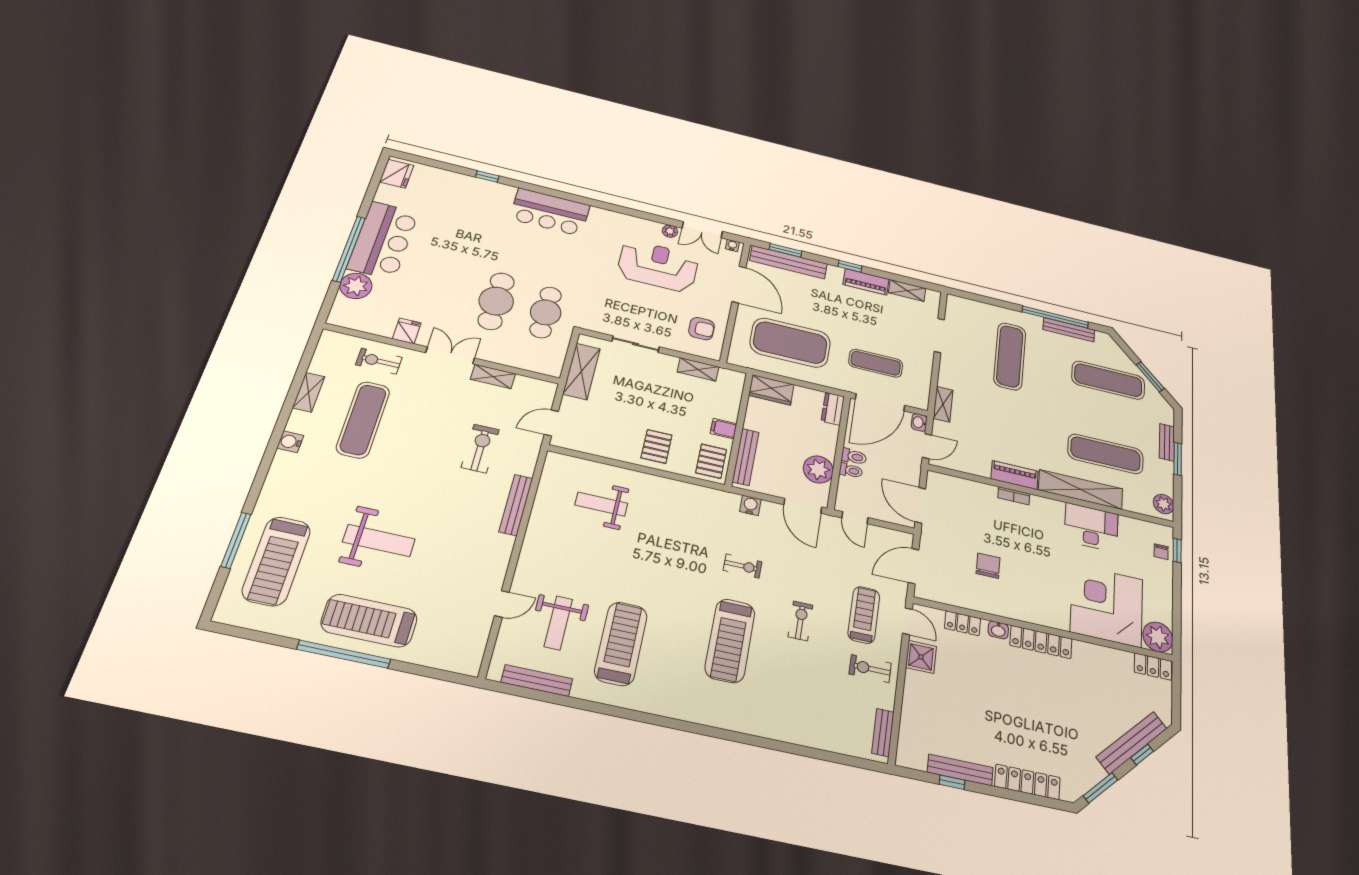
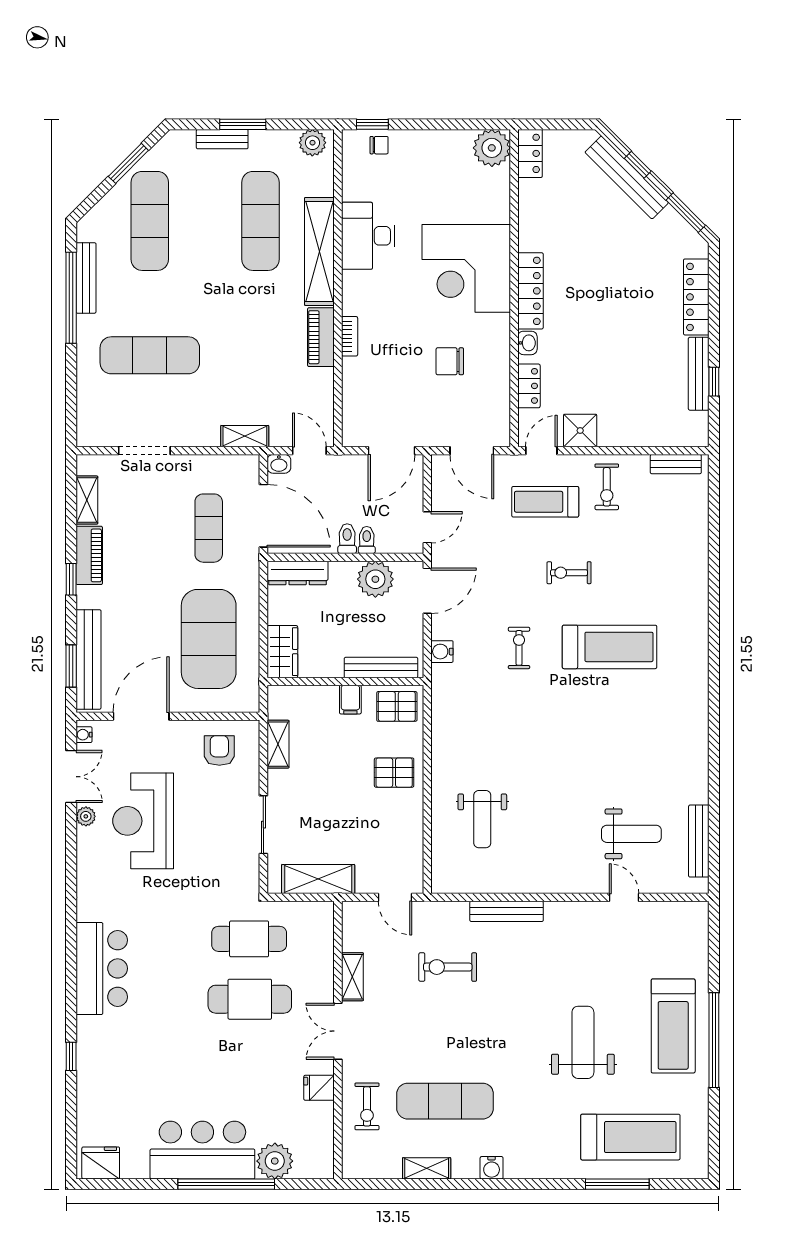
dresser: (833, 409) -> (298, 573), width x1.44
corner desk: (1107, 605) -> (466, 268), moved
treadmill: (621, 644) -> (639, 763), removed

